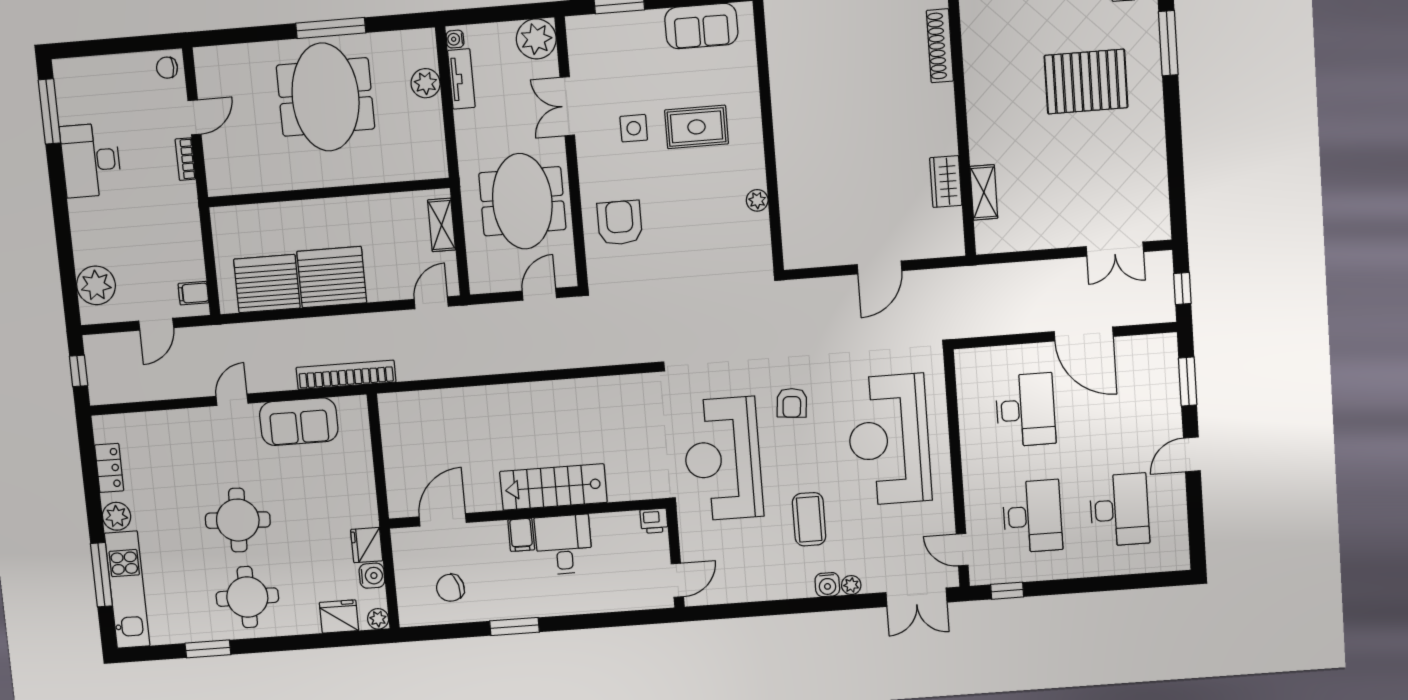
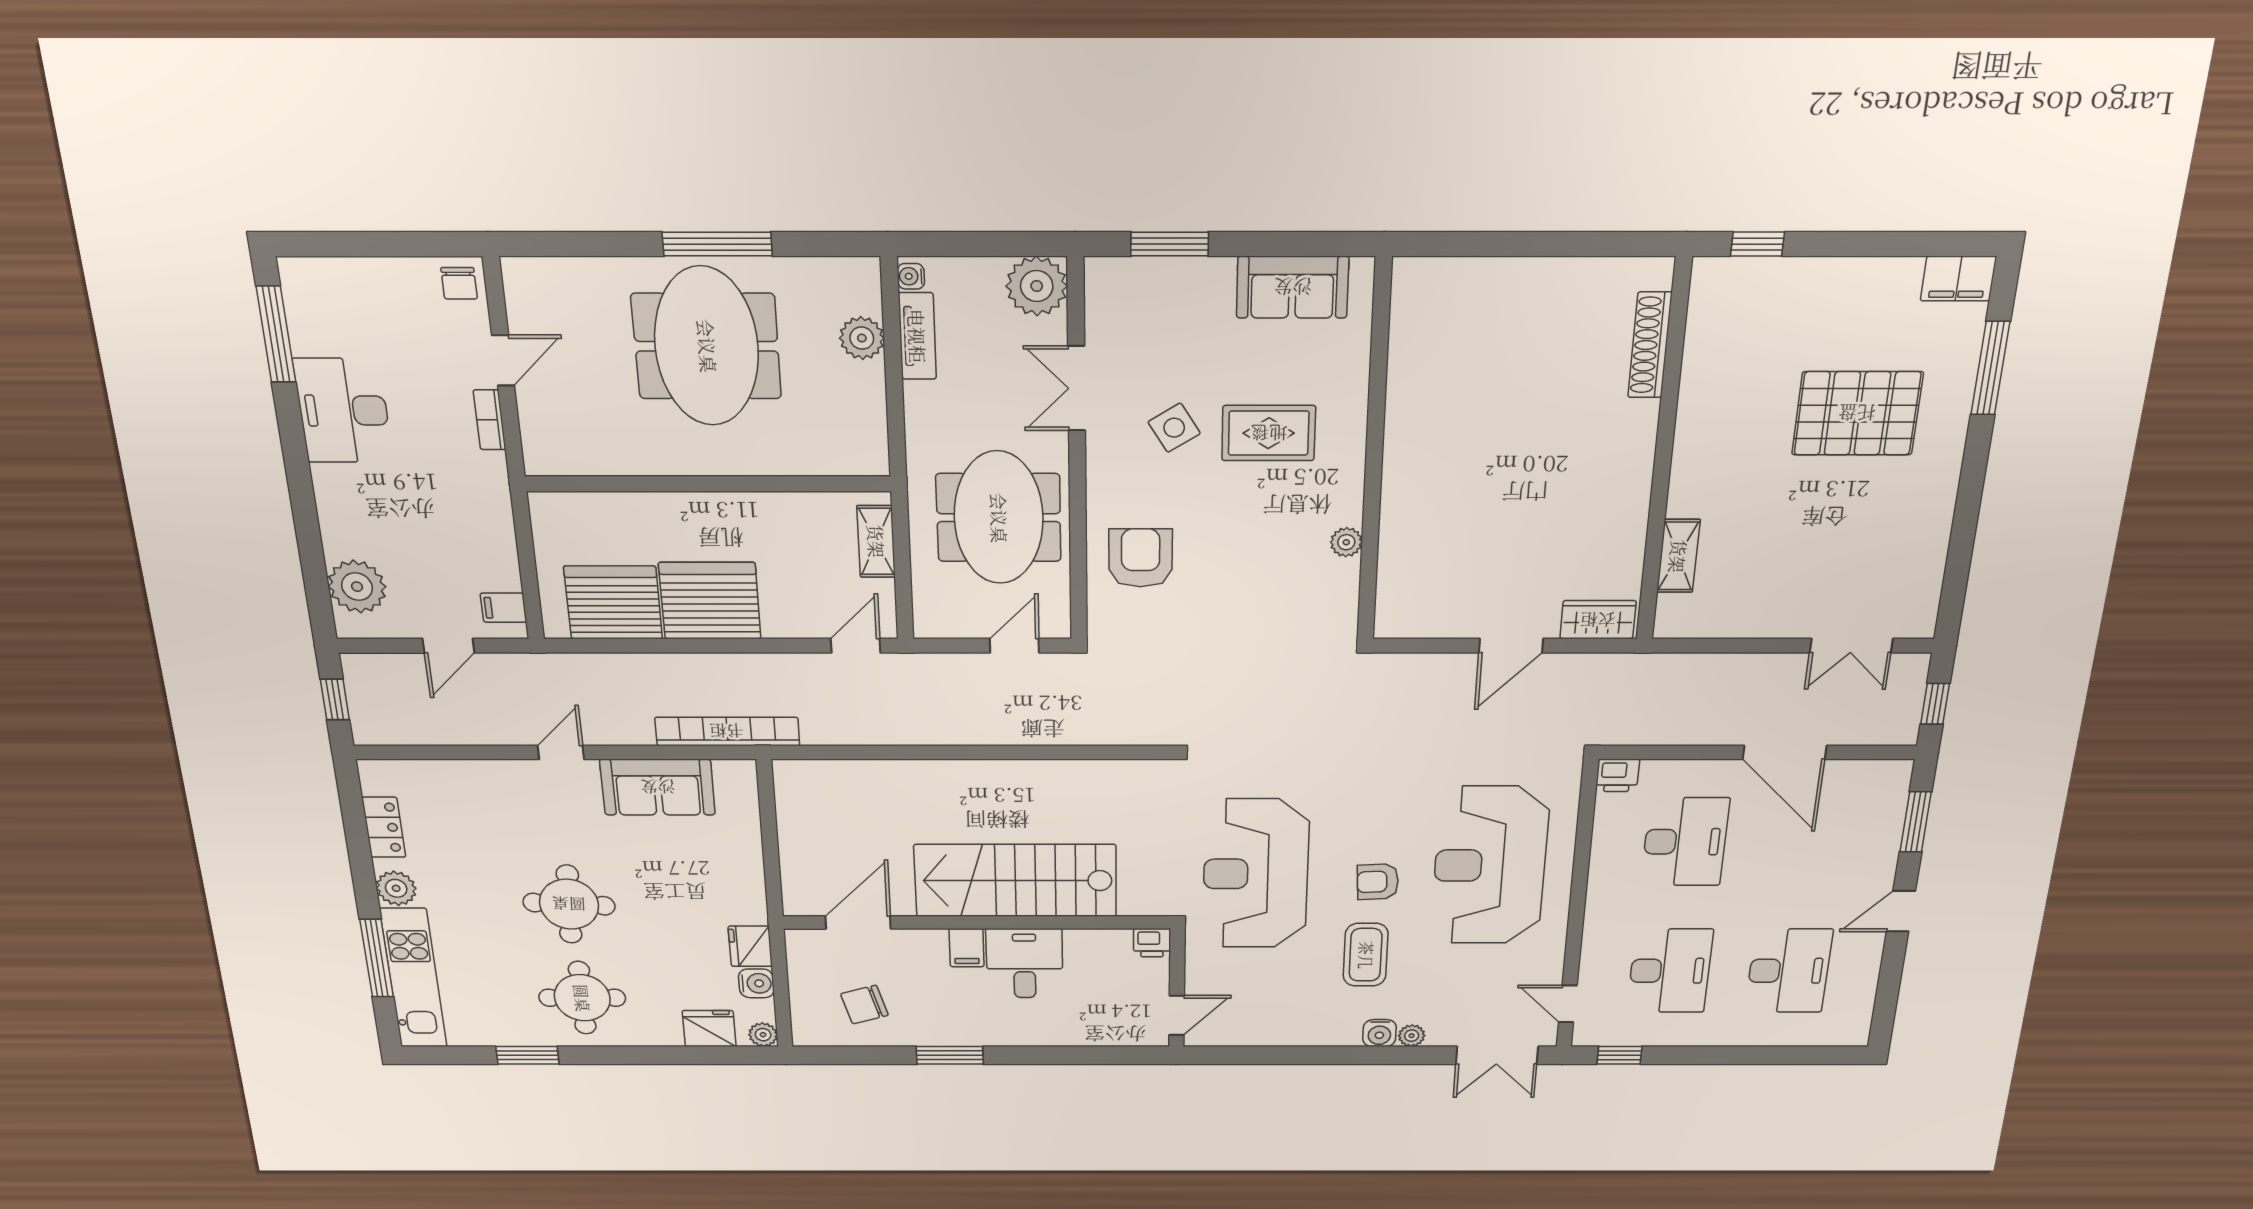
chair: (167, 68) -> (459, 283), turned -90
side table: (634, 128) -> (1174, 428), turned -32
wardrobe: (946, 182) -> (1598, 620), moved, turned 90
printer: (969, 361) -> (1618, 775), added
armchair: (792, 403) -> (1378, 882), moved, turned 82
stairs: (553, 487) -> (1016, 881), width x1.36, depth x1.51

